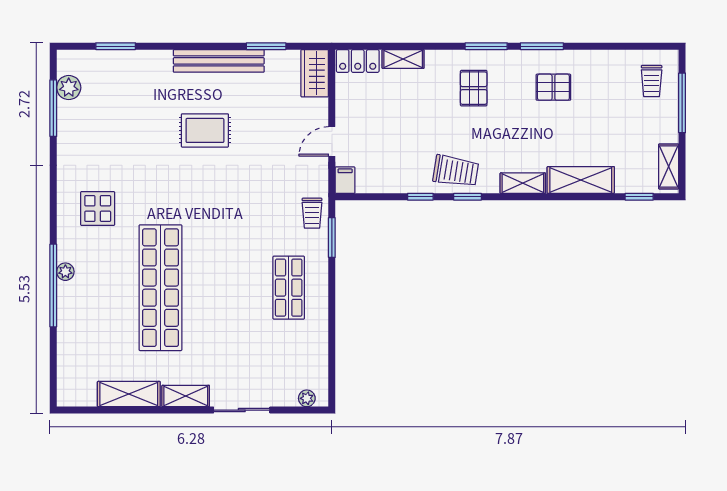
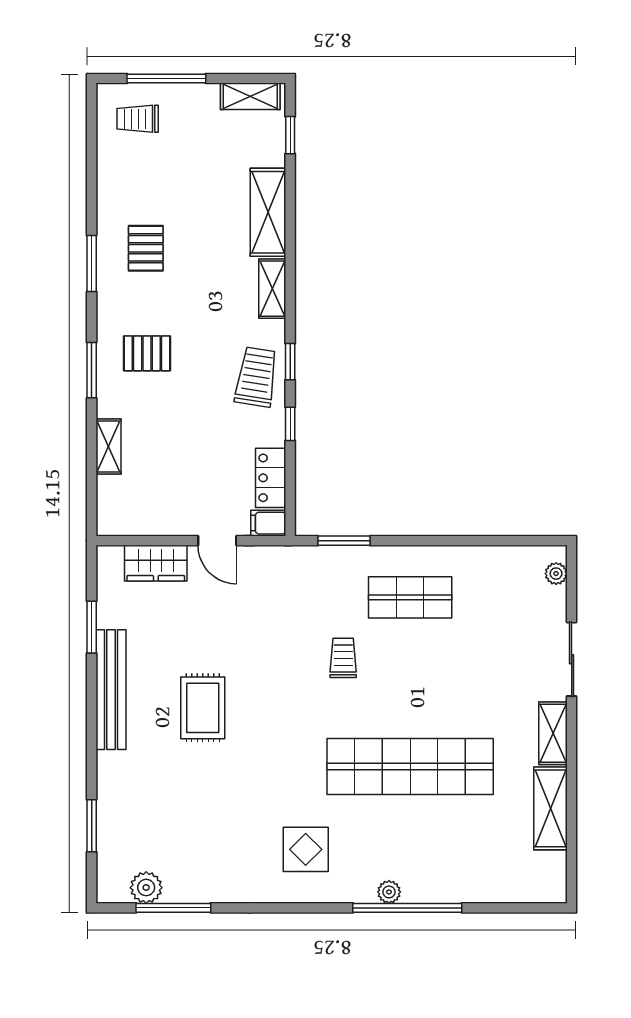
window: (486, 46) -> (92, 370), moved
locker: (358, 61) -> (271, 478), moved, turned 180
wardrobe: (315, 73) -> (156, 563), moved
trolley: (652, 81) -> (138, 119), turned 180
trolley: (312, 213) -> (343, 658), moved, turned -90

